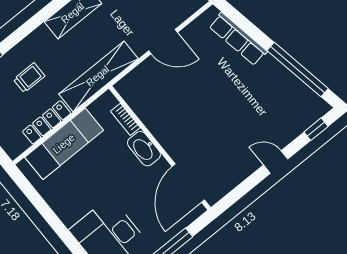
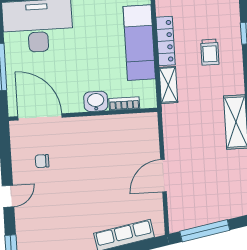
shelving: (98, 76) -> (168, 85), width x0.45, depth x0.75
washbasin: (144, 149) -> (96, 101), width x0.72
chair: (225, 154) -> (42, 161), added

